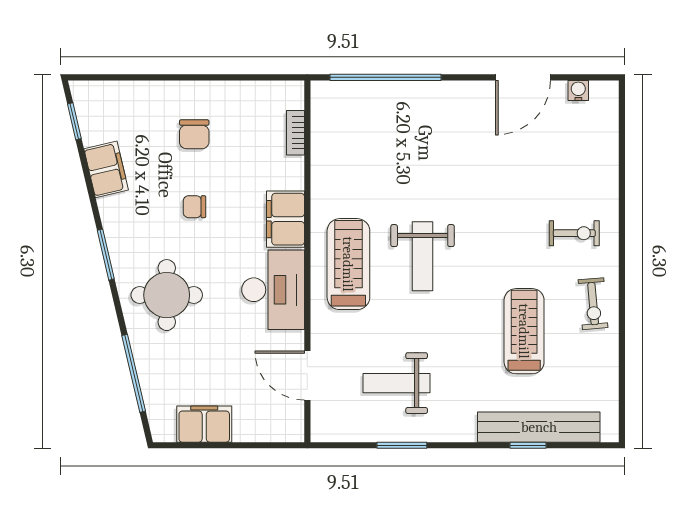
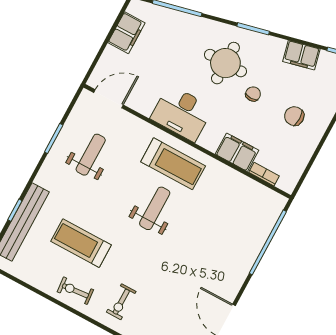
filing cabinet: (286, 219) -> (237, 152), moved
weight bench: (423, 256) -> (155, 208), turned 90
round table: (167, 295) -> (225, 63), moved
treadmill: (524, 331) -> (81, 243), turned 180
door: (307, 375) -> (109, 99), moved

